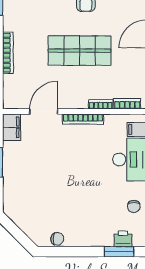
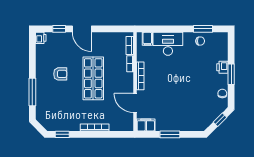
window: (19, 235) -> (220, 120), added
printer: (123, 239) -> (222, 67), moved
window: (119, 252) -> (231, 74), moved

